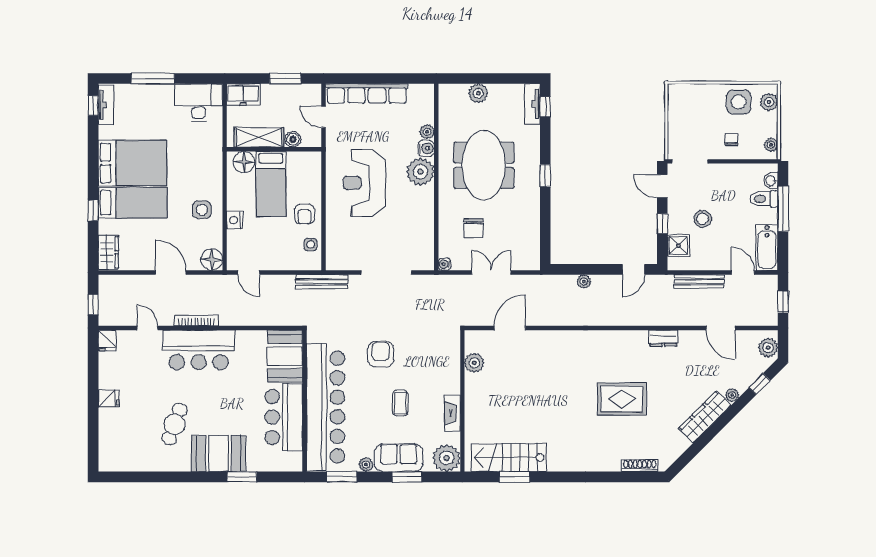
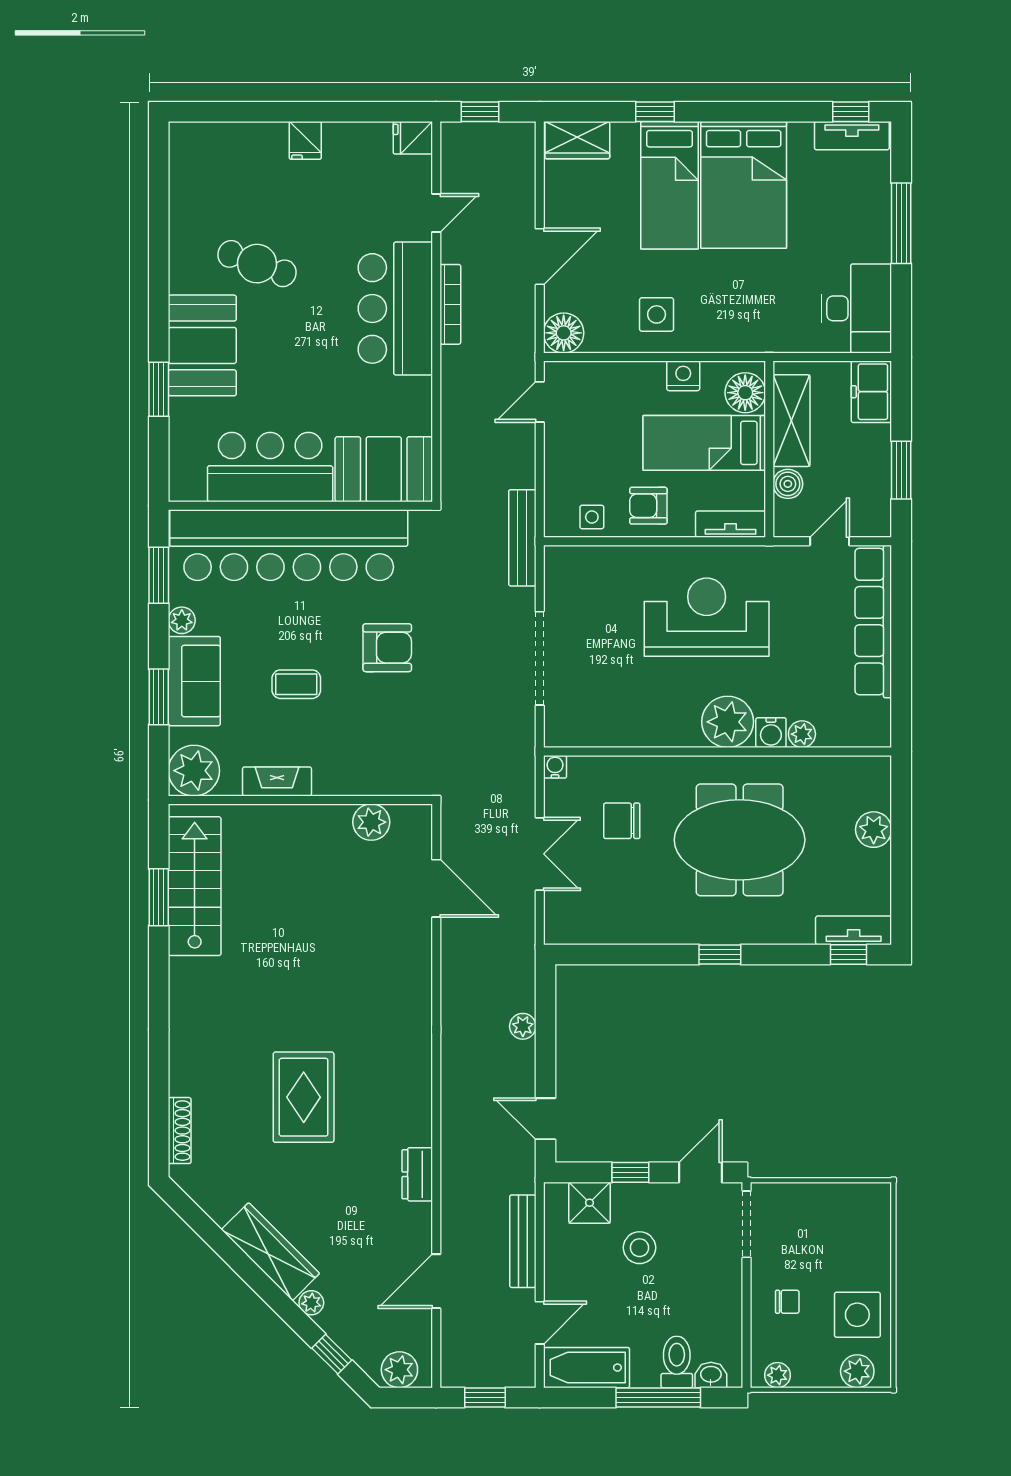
tv unit: (314, 170) -> (731, 524), added
nightstand: (235, 220) -> (683, 376), moved

